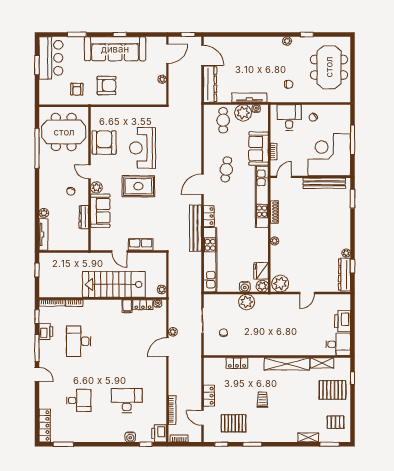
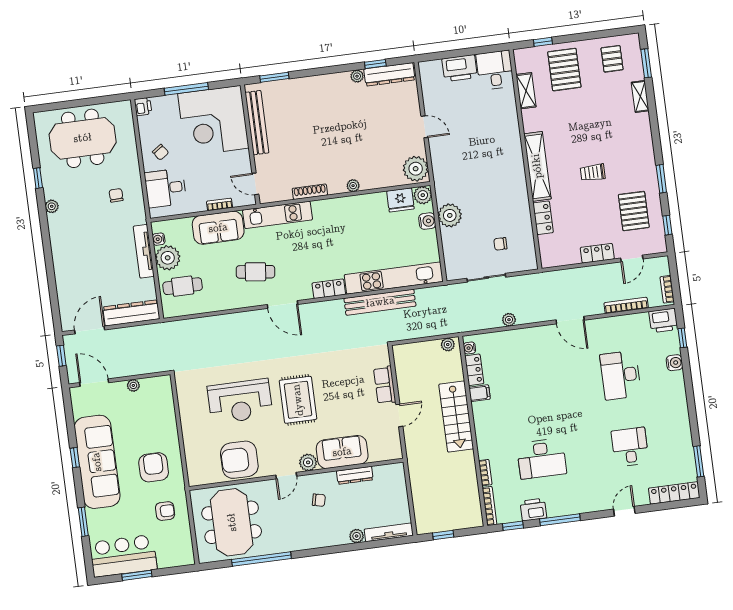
printer: (345, 110) -> (143, 107), added
kitchen unit: (262, 197) -> (278, 215), width x0.73
bench: (196, 228) -> (380, 302), moved
stairs: (114, 284) -> (456, 416), width x0.73, depth x0.66
door: (167, 347) -> (570, 320), moved
shelving: (287, 364) -> (537, 166), moved
door: (37, 374) -> (624, 511), moved

